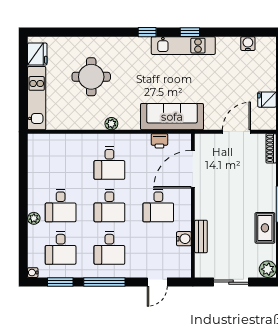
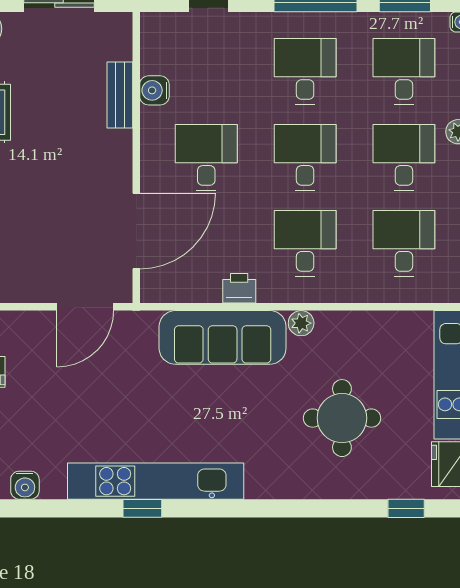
window: (147, 32) -> (406, 508), moved
kitchen unit: (183, 46) -> (156, 481), width x1.36
sofa: (172, 117) -> (223, 337), moved
door: (236, 132) -> (85, 307), moved
printer: (159, 141) -> (239, 288), moved
desk: (61, 163) -> (404, 243), added

